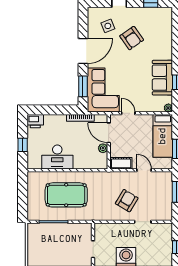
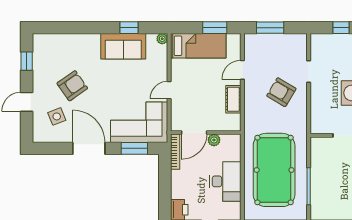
door: (109, 133) -> (194, 133), moved
wall: (109, 142) -> (206, 133), moved
plant: (103, 148) -> (214, 140), moved
pool table: (66, 195) -> (274, 170), width x1.36, depth x1.32

